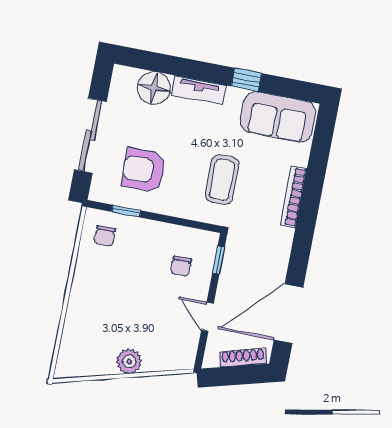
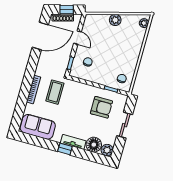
plant: (124, 79) -> (107, 150), added
window: (246, 80) -> (65, 149), moved
sliding door: (90, 136) -> (125, 125), width x0.73
coffee table: (222, 180) -> (55, 92), moved
plant: (66, 360) -> (144, 23), added
window: (236, 375) -> (67, 10), added

